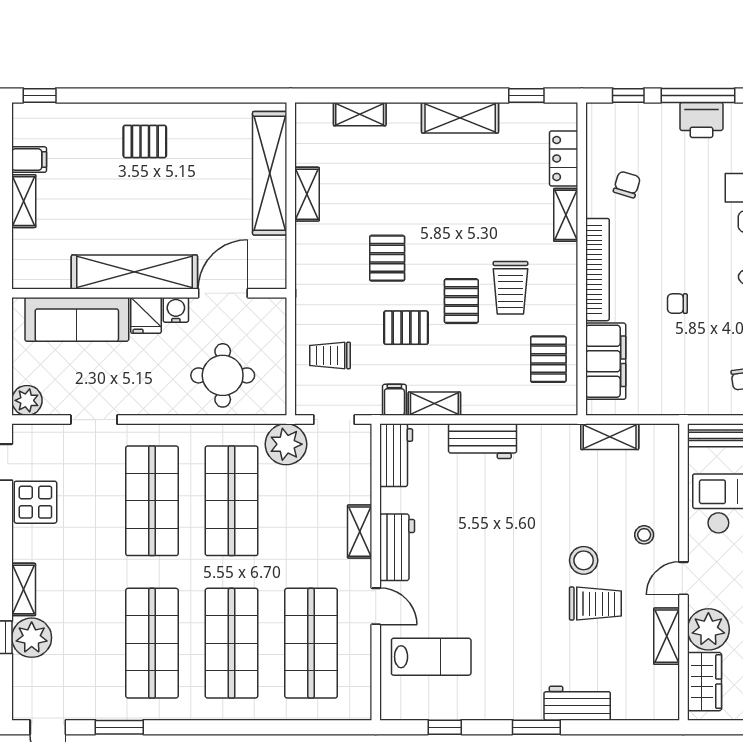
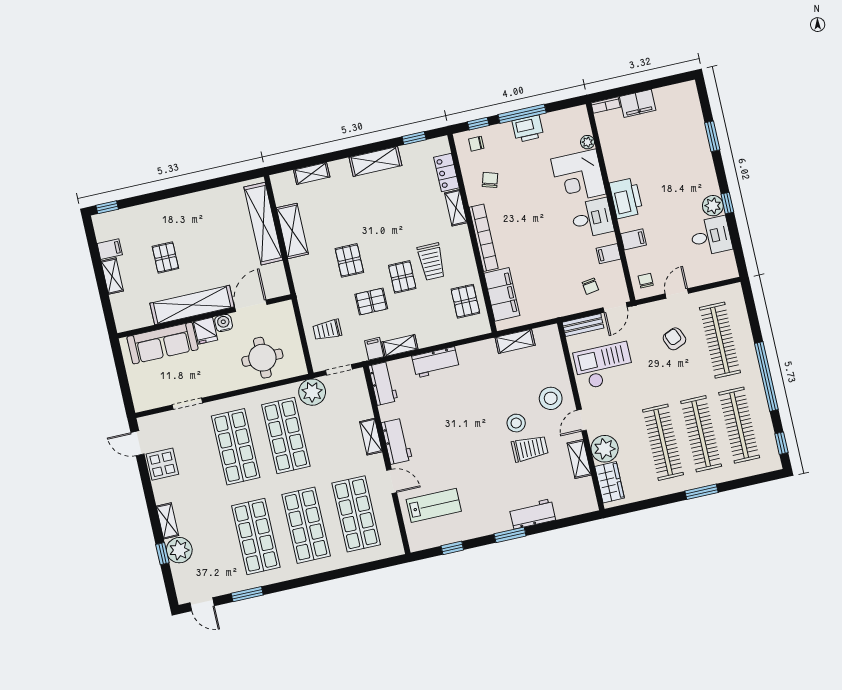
pallet: (145, 141) -> (165, 257), moved, turned 90
shelving: (307, 194) -> (292, 231), width x1.50, depth x1.33
chair: (677, 304) -> (476, 144), moved
plant: (27, 400) -> (143, 401), removed
stool: (644, 535) -> (551, 398), width x1.89, depth x1.89

